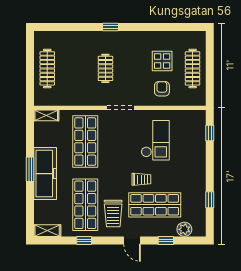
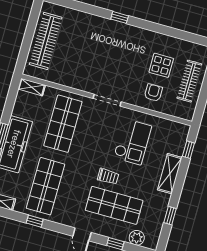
clothes rail: (47, 68) -> (46, 41), width x1.37, depth x1.31
clothes rail: (105, 68) -> (103, 57), removed
shelving: (199, 160) -> (170, 174), added
trolley: (113, 213) -> (71, 202), removed

